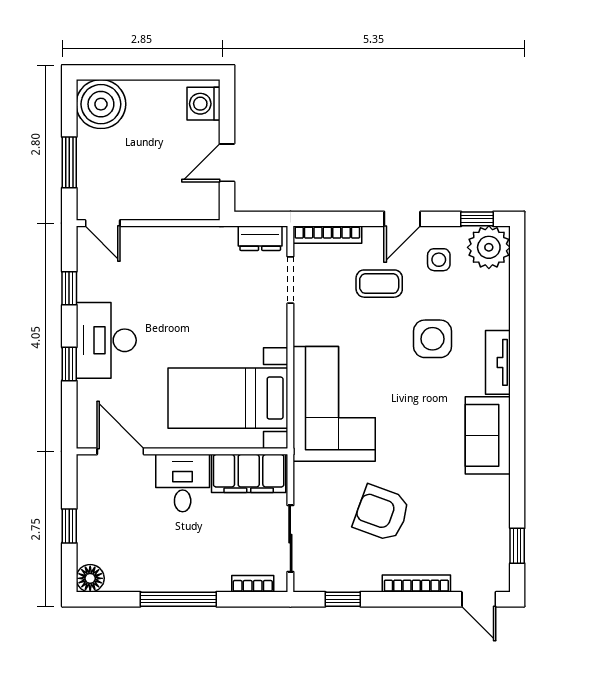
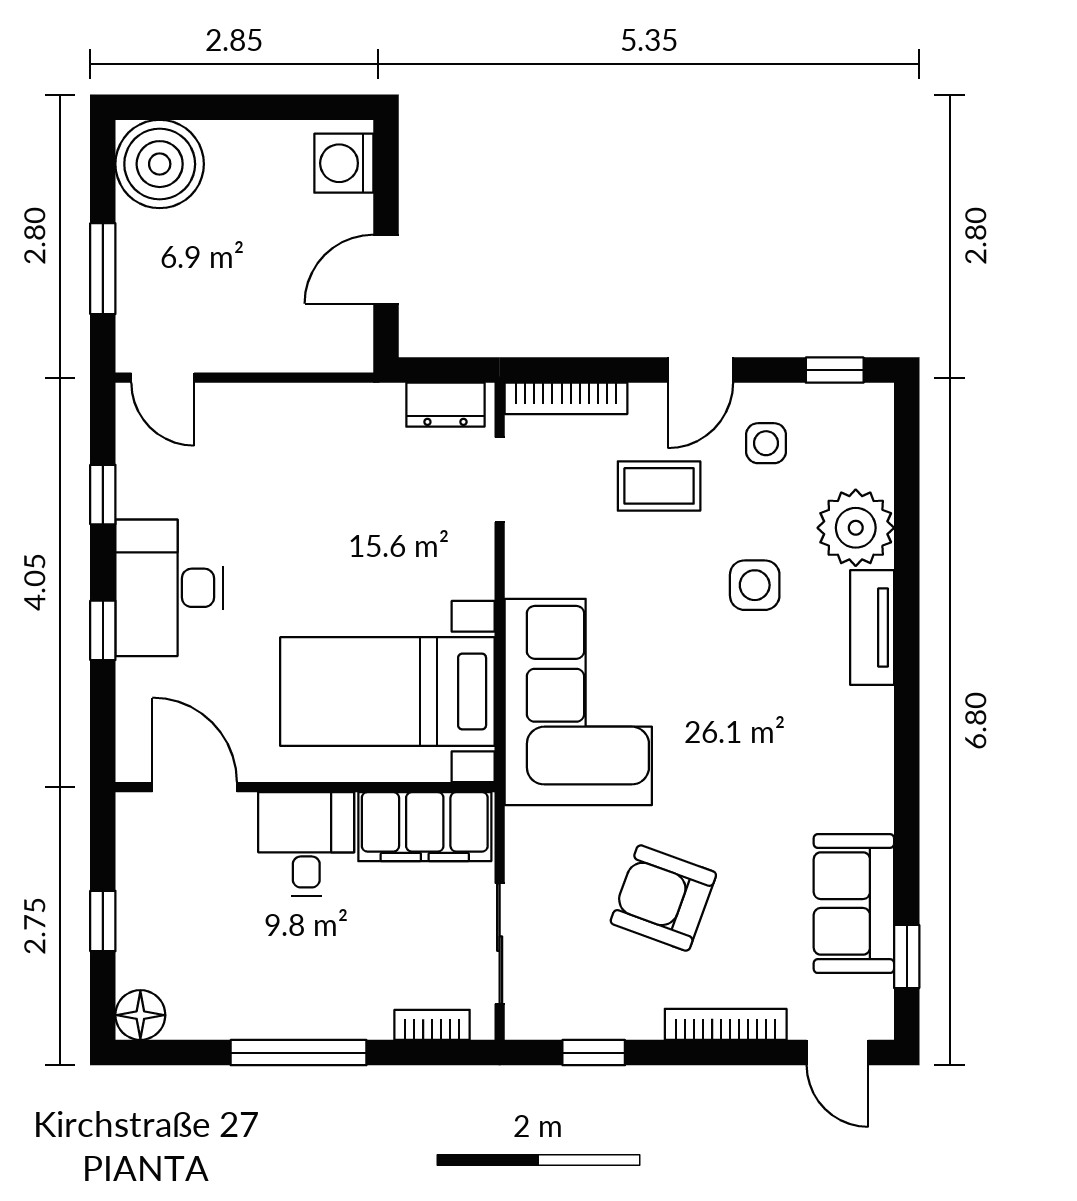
plant: (489, 247) -> (856, 528), moved
side table: (432, 339) -> (755, 585), width x0.73, depth x0.73
sofa: (488, 435) -> (854, 904), moved

